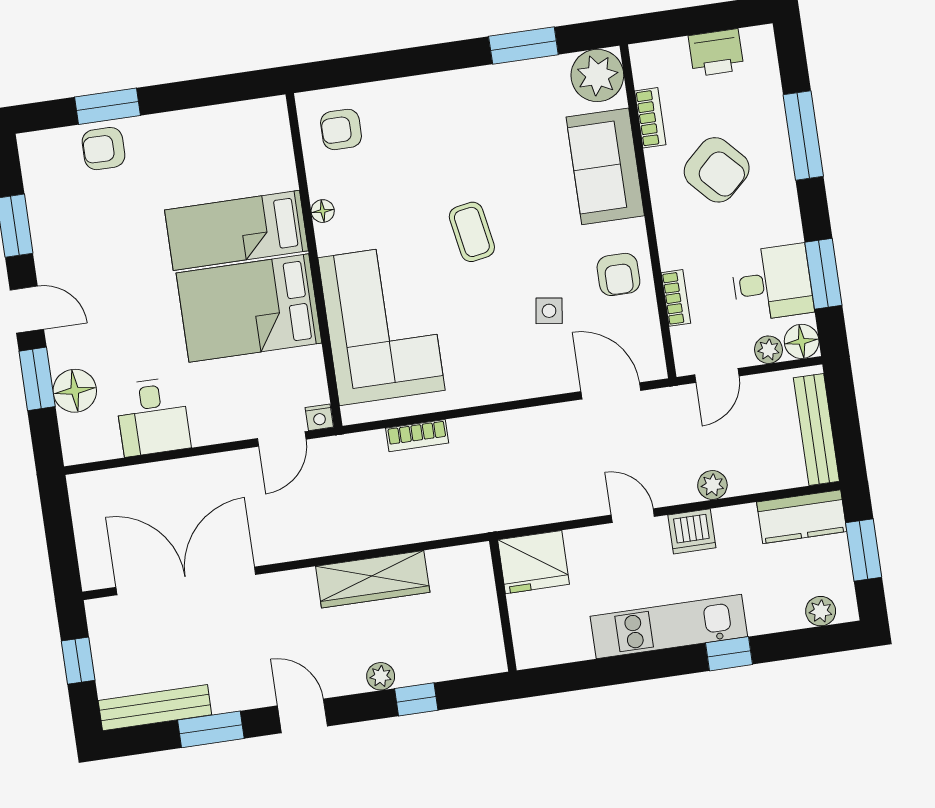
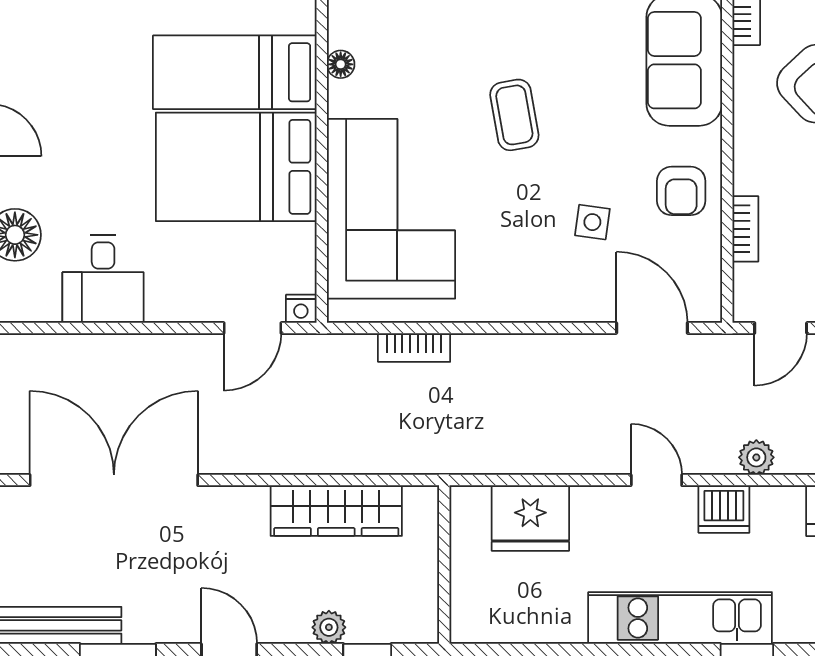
wall: (503, 606) -> (444, 565), moved

